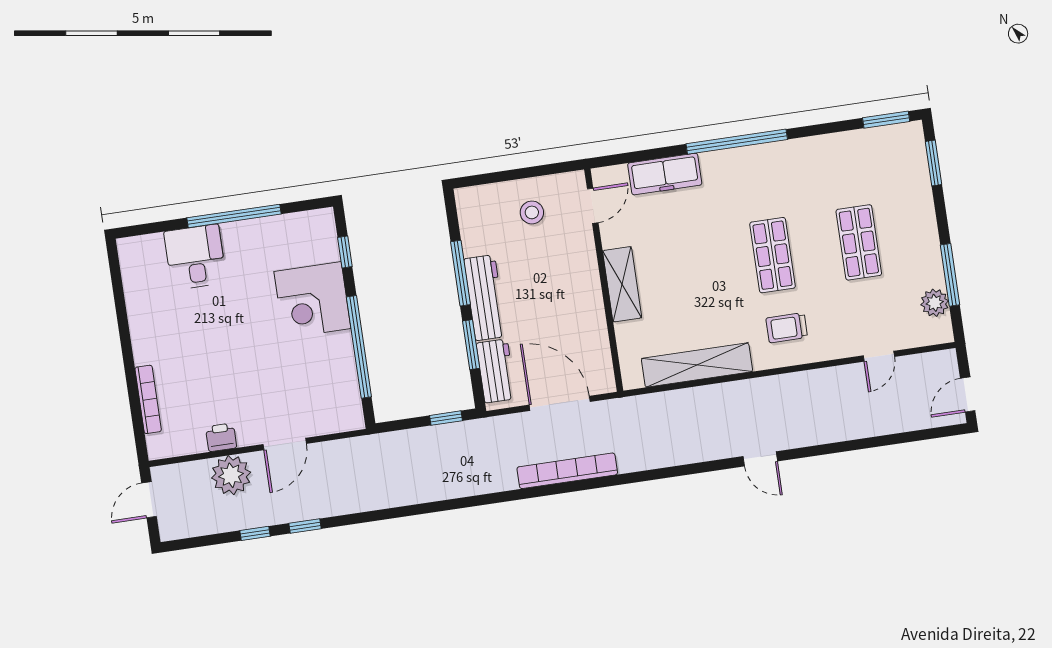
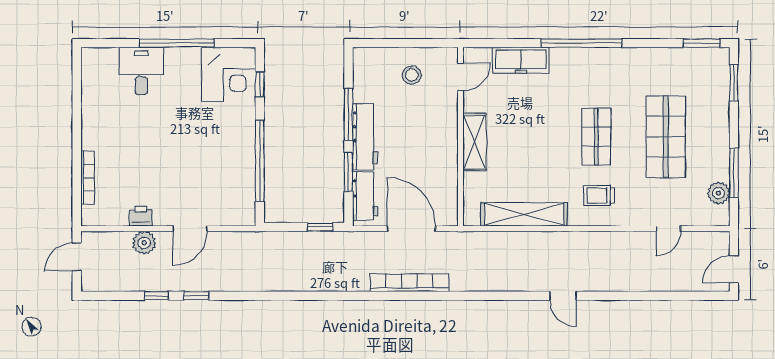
shop shelf: (859, 242) -> (666, 137), width x1.43, depth x1.36
corner desk: (312, 300) -> (229, 74), moved, turned -90
plant: (231, 475) -> (144, 243), width x0.73, depth x0.73

